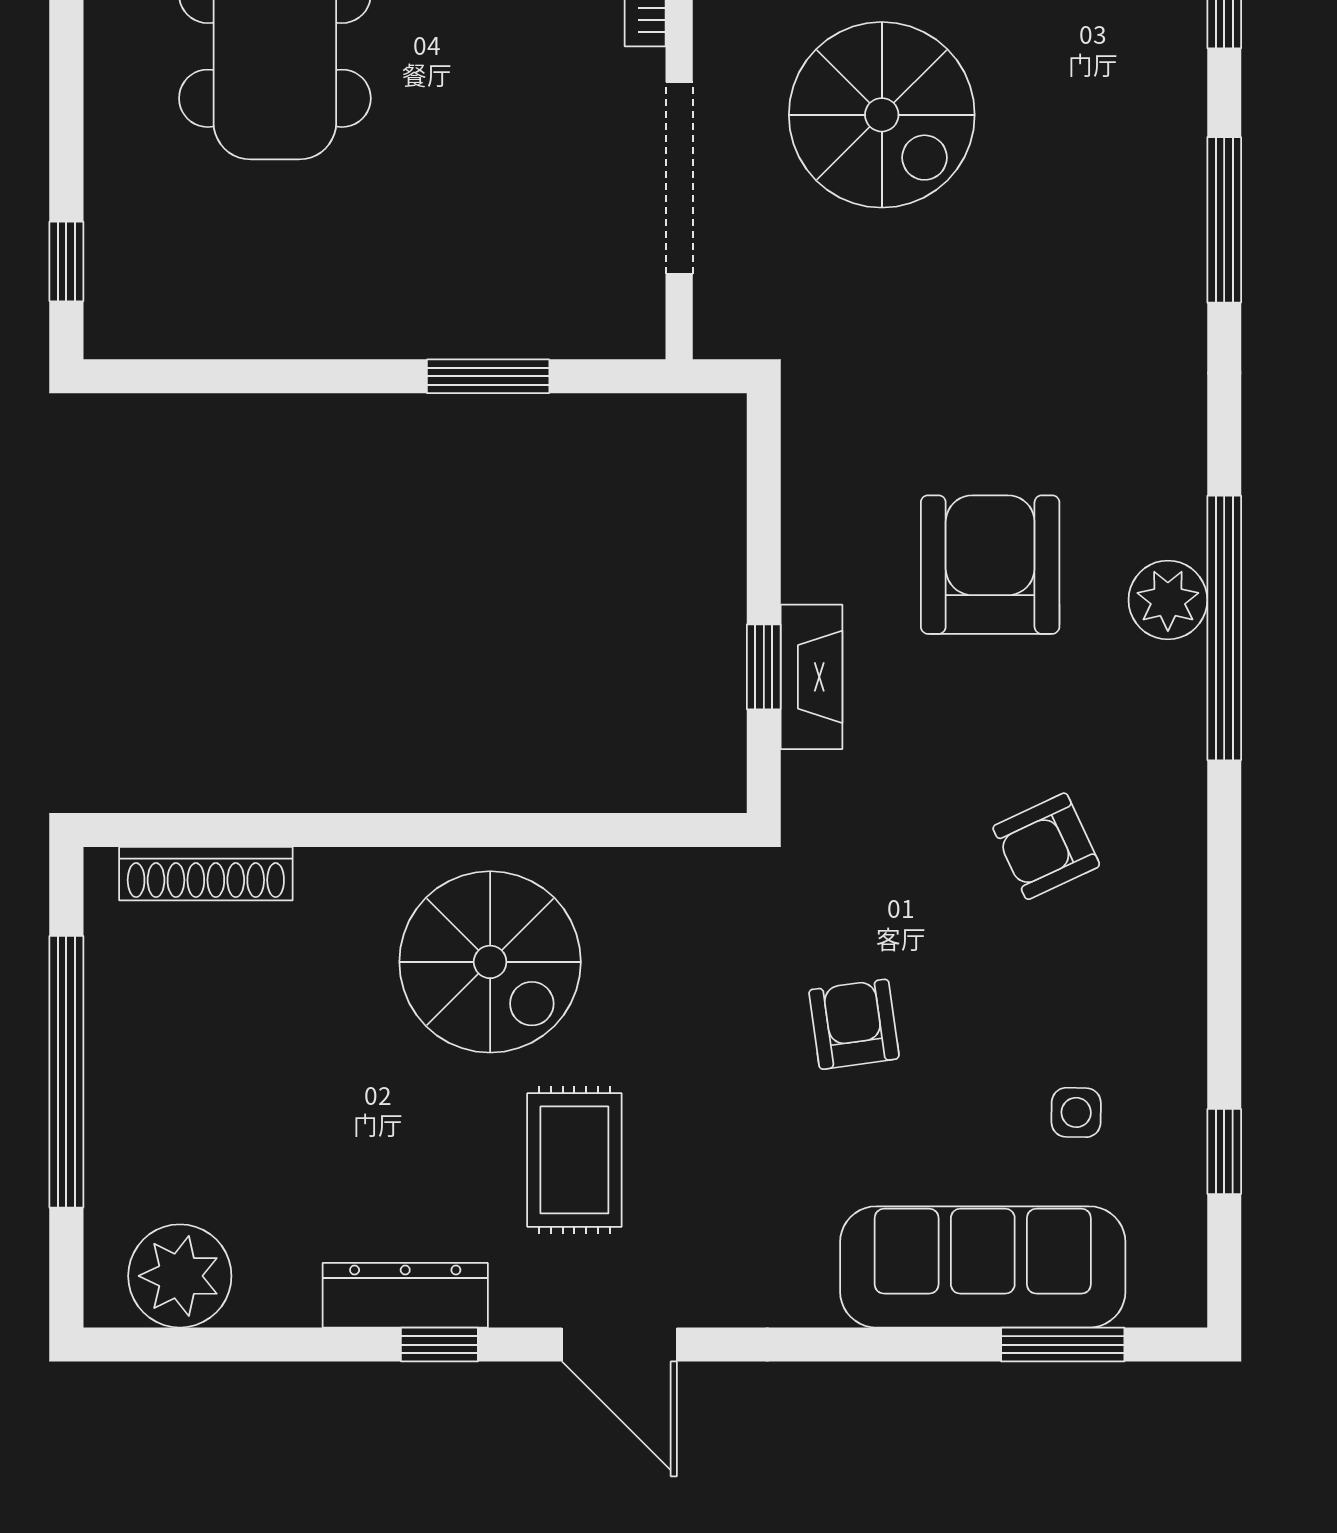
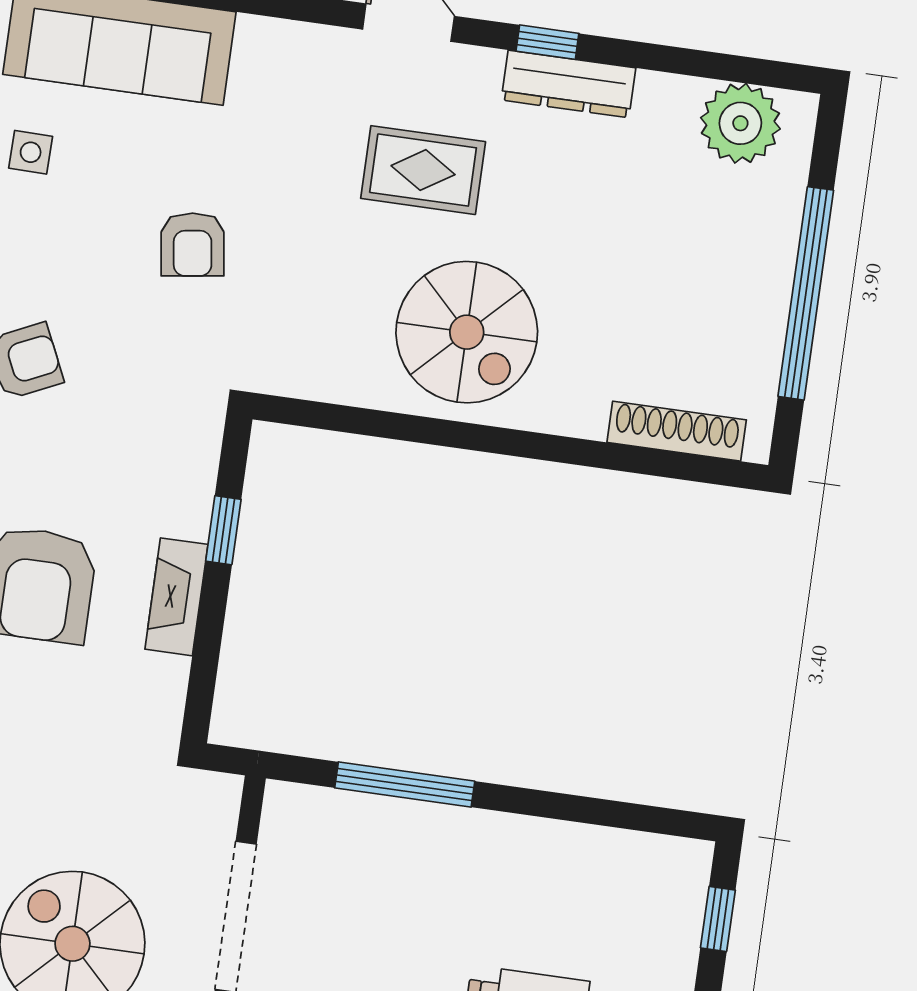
window: (488, 376) -> (405, 784), width x1.44
fireplace: (812, 677) -> (176, 597), moved
spiral stairs: (490, 962) -> (467, 332), turned 180
rug: (574, 1160) -> (423, 170), turned 90

